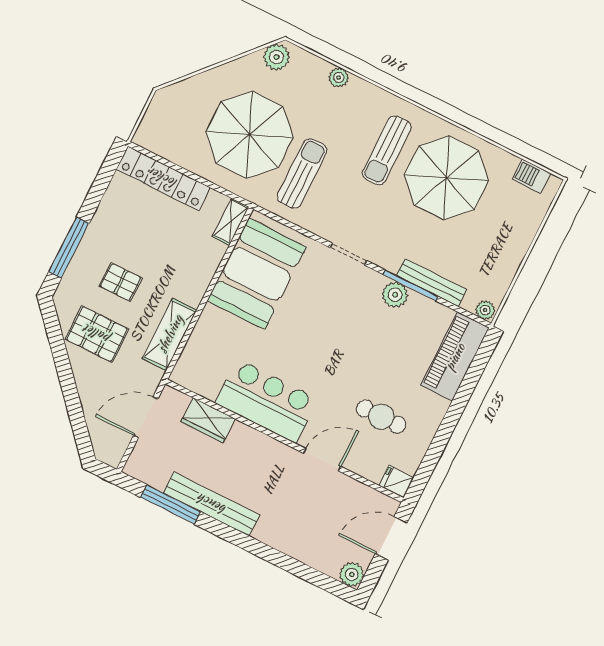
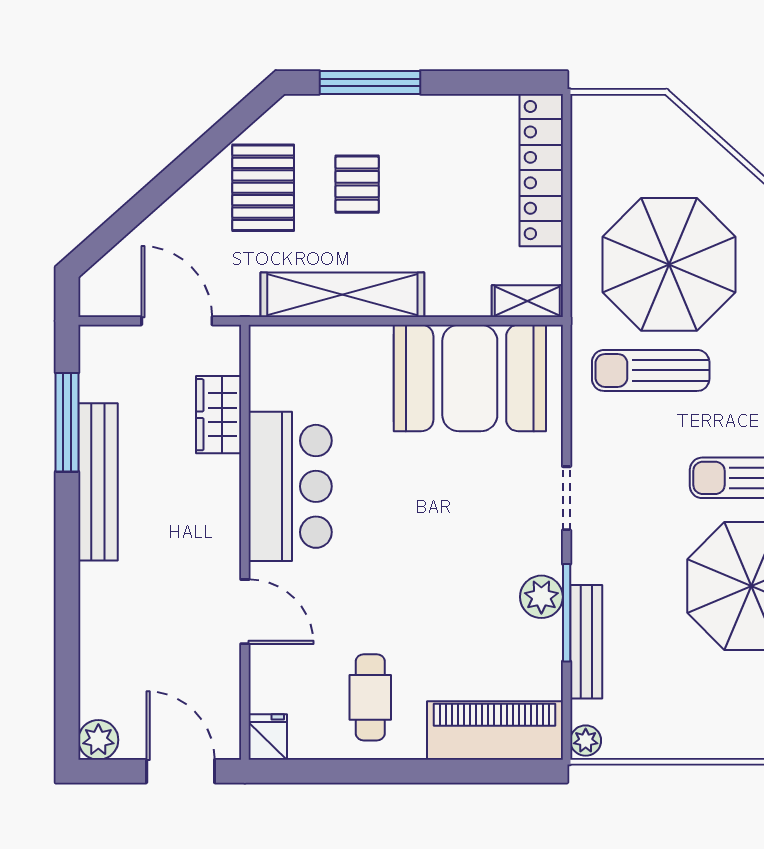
sun lounger: (302, 174) -> (651, 370), turned 180
shelving: (170, 334) -> (342, 295), width x1.47
cafe table: (381, 417) -> (370, 697), moved

